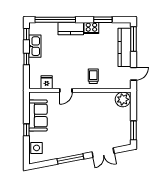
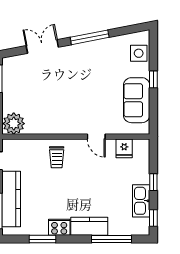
window: (55, 20) -> (111, 239), width x0.68
door: (66, 90) -> (96, 137), swing flipped

